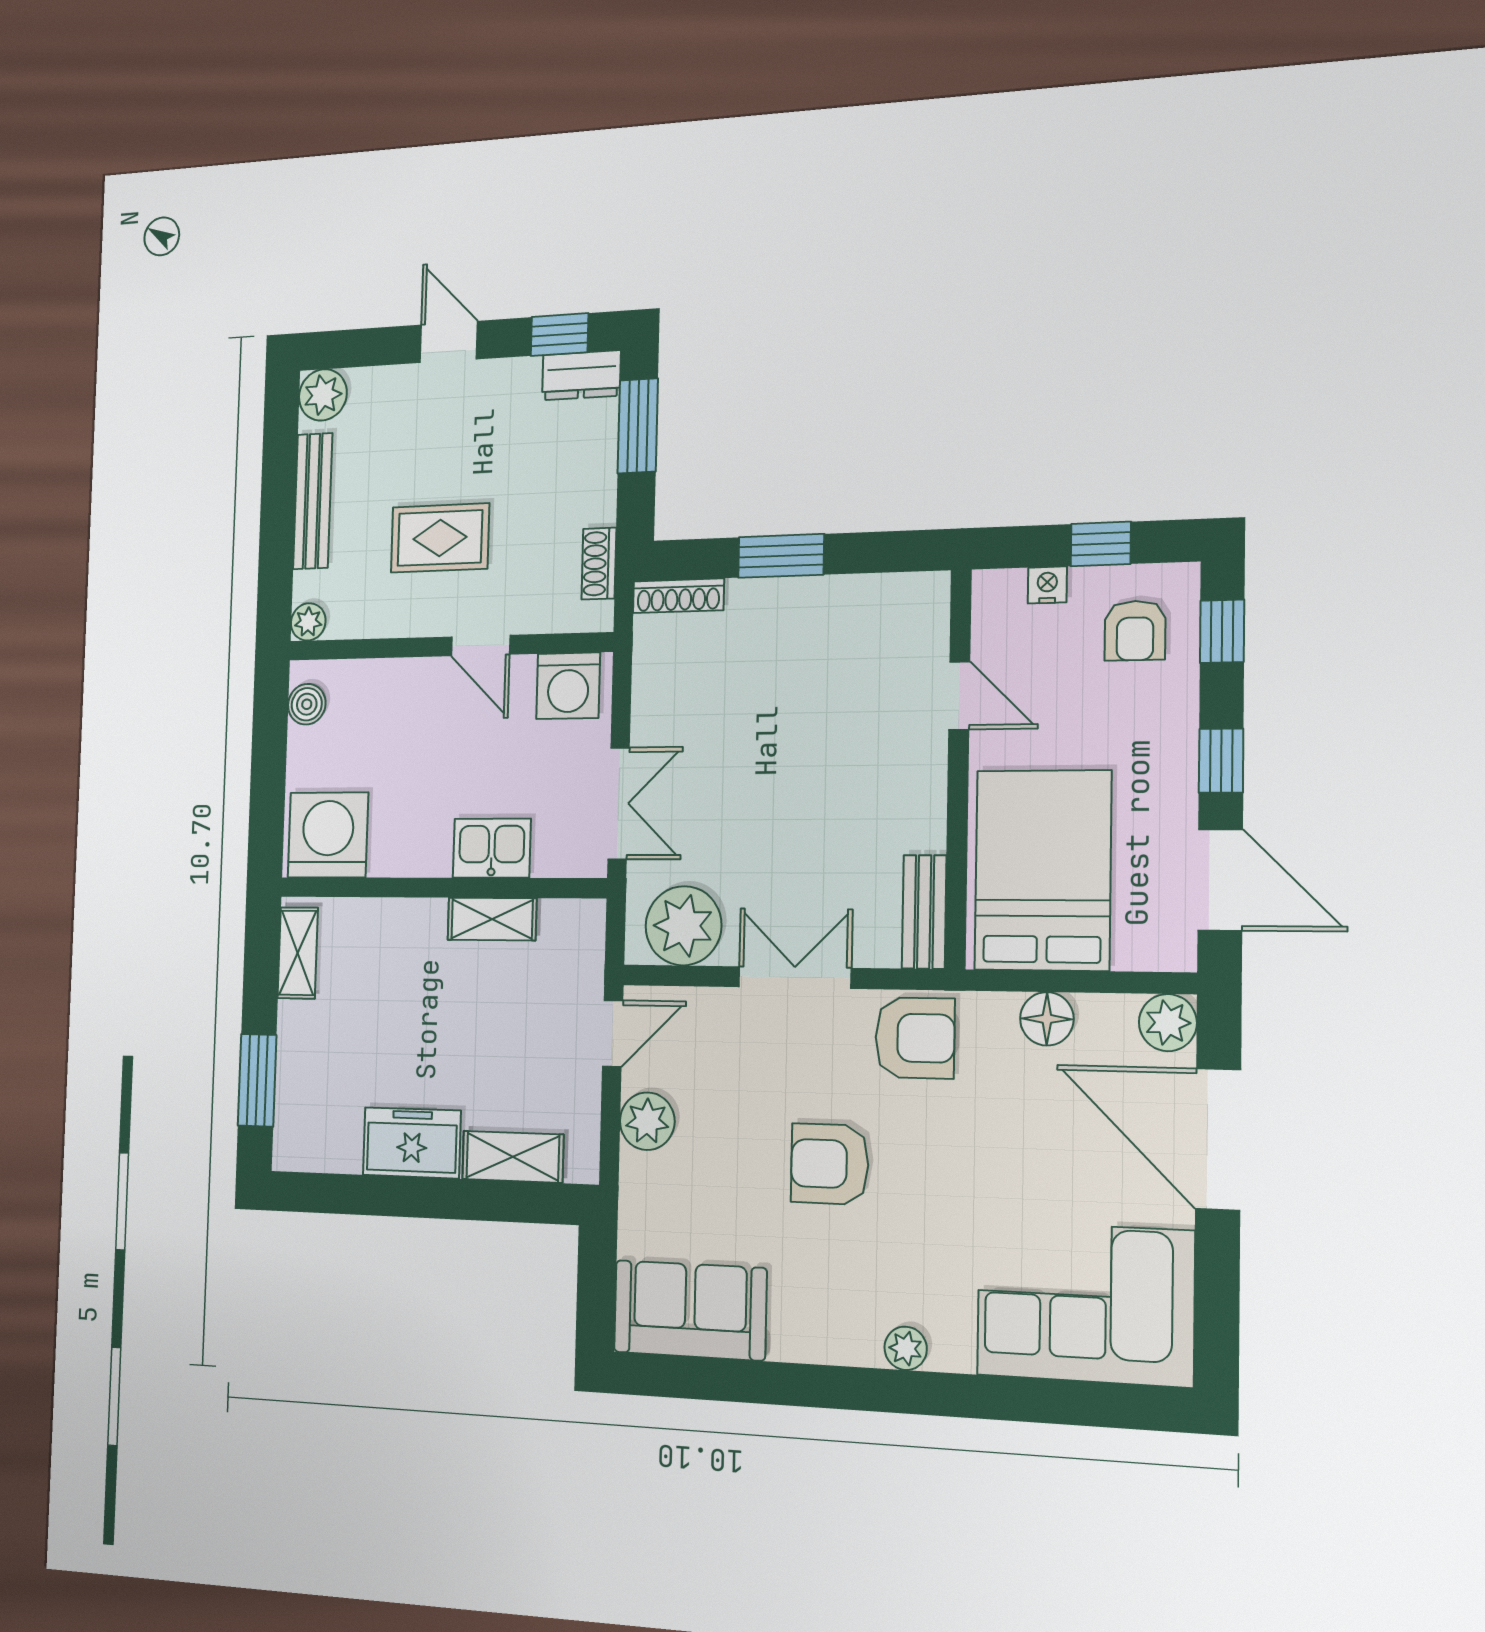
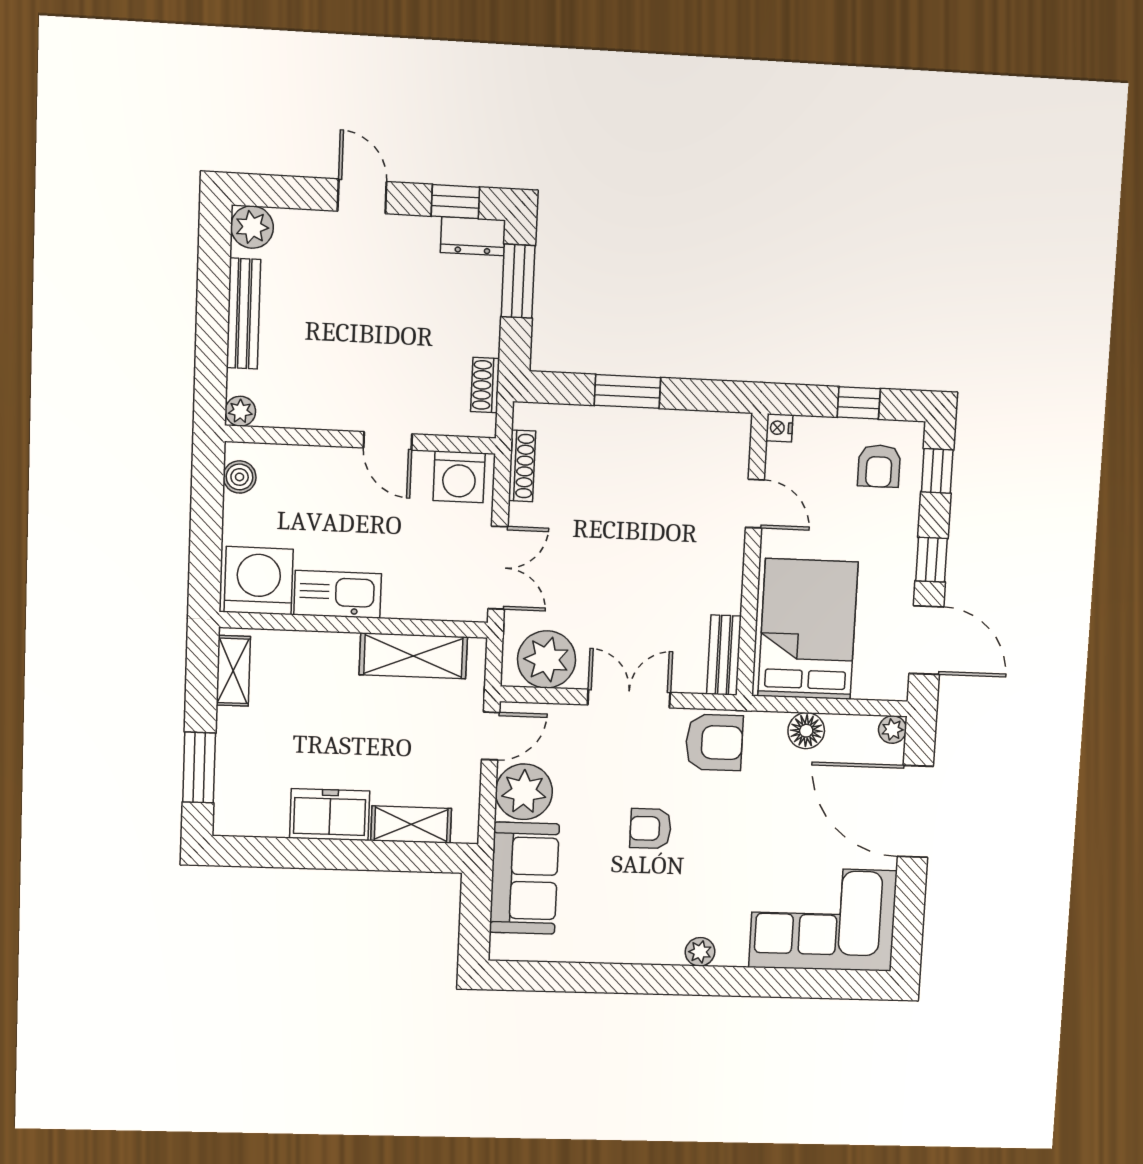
rug: (440, 538) -> (354, 354), removed
nightstand: (1047, 585) -> (779, 428), moved, turned -90
shoe rack: (678, 596) -> (522, 466), moved, turned -90
kitchen sink: (492, 848) -> (338, 594), moved, width x1.38
shelving: (492, 919) -> (413, 656), width x1.50, depth x1.33
plant: (1168, 1023) -> (892, 730), width x0.73, depth x0.73
plant: (647, 1121) -> (524, 792), width x1.36, depth x1.36
armchair: (830, 1164) -> (650, 829), width x0.72, depth x0.72
sofa: (690, 1310) -> (524, 878), moved, turned 90

